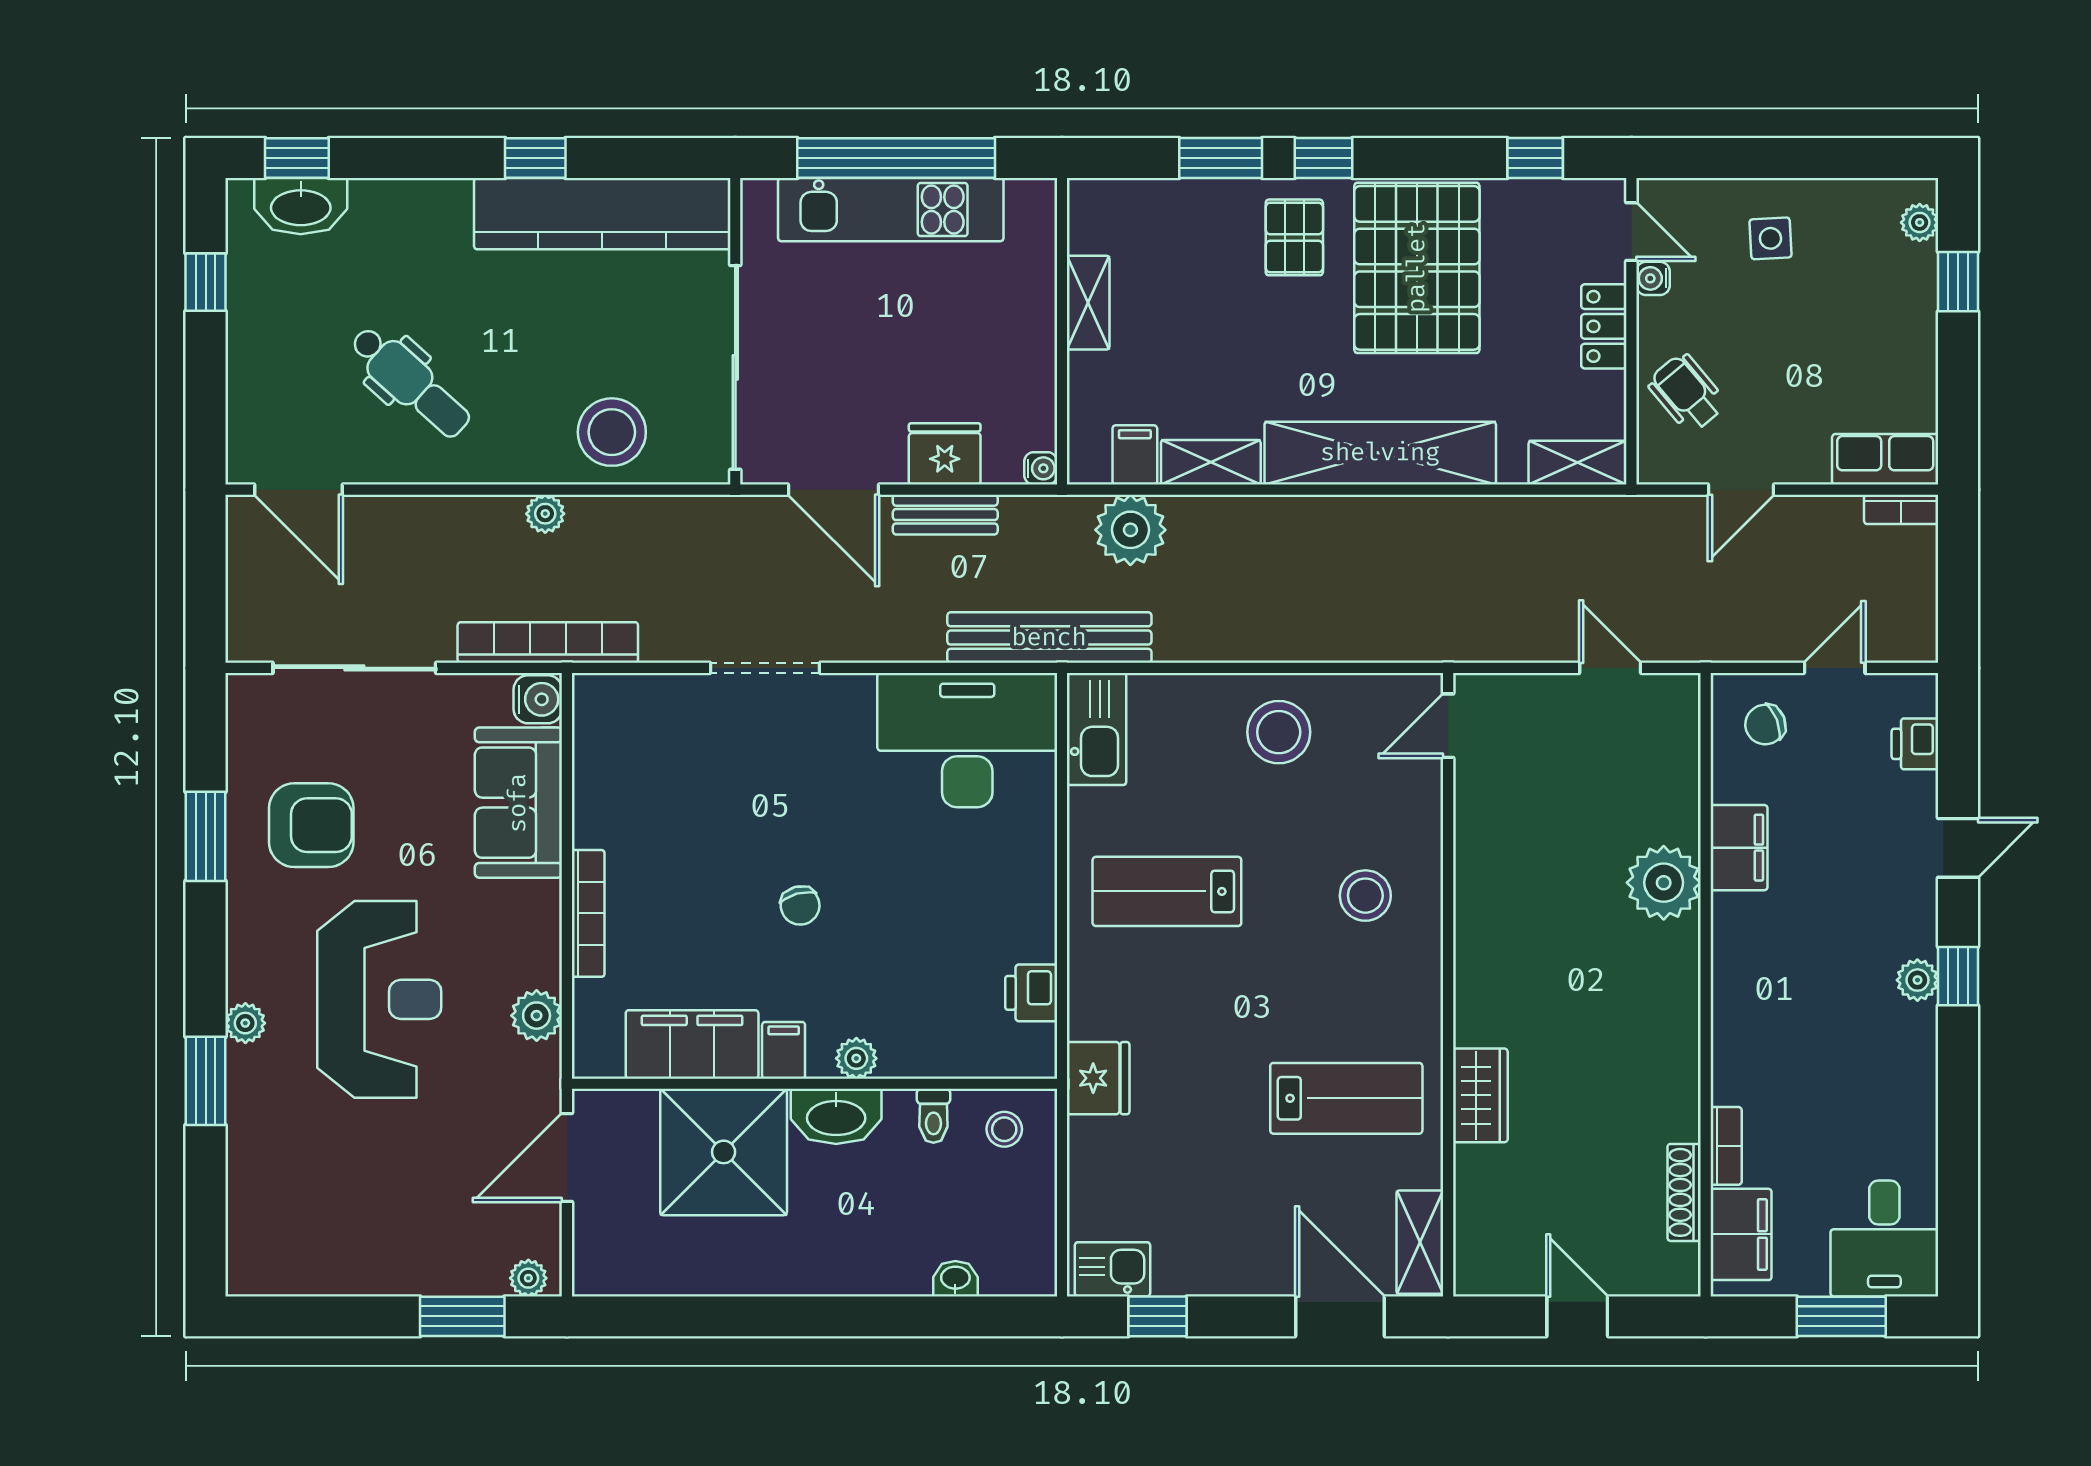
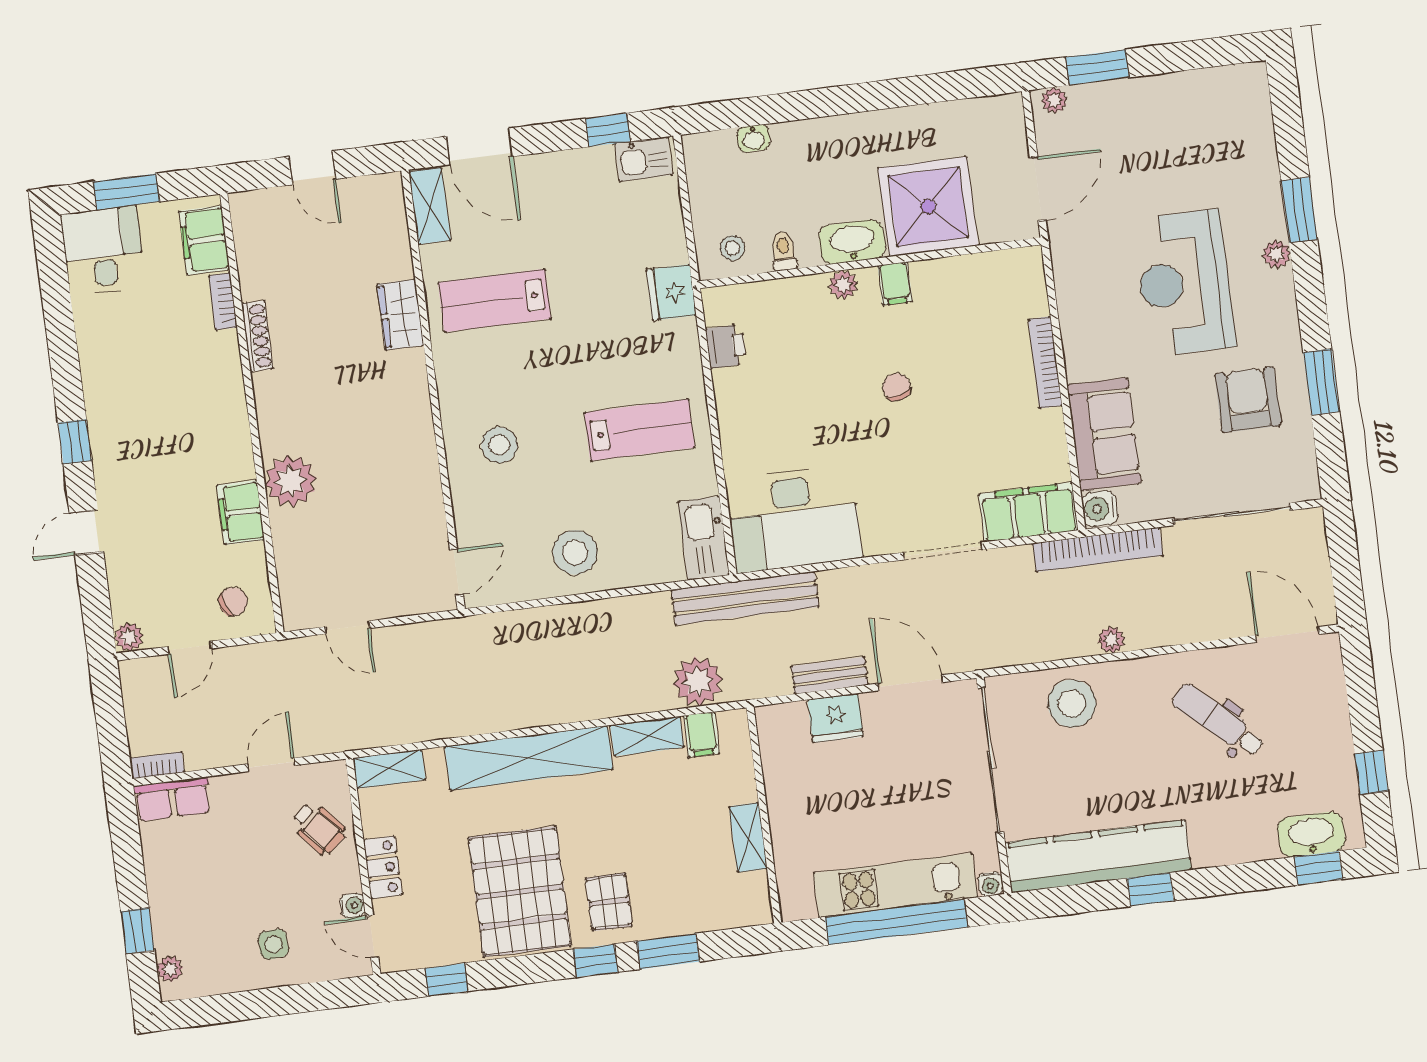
water cooler: (1041, 468) -> (990, 884), moved, turned -90
printer: (1915, 744) -> (126, 601), removed
armchair: (311, 825) -> (1248, 400), turned 90
plant: (1917, 980) -> (129, 637), moved
plant: (537, 1016) -> (1072, 286), removed
filing cabinet: (692, 1044) -> (1028, 512), moved, turned 180
shoe rack: (1684, 1192) -> (257, 336), moved

